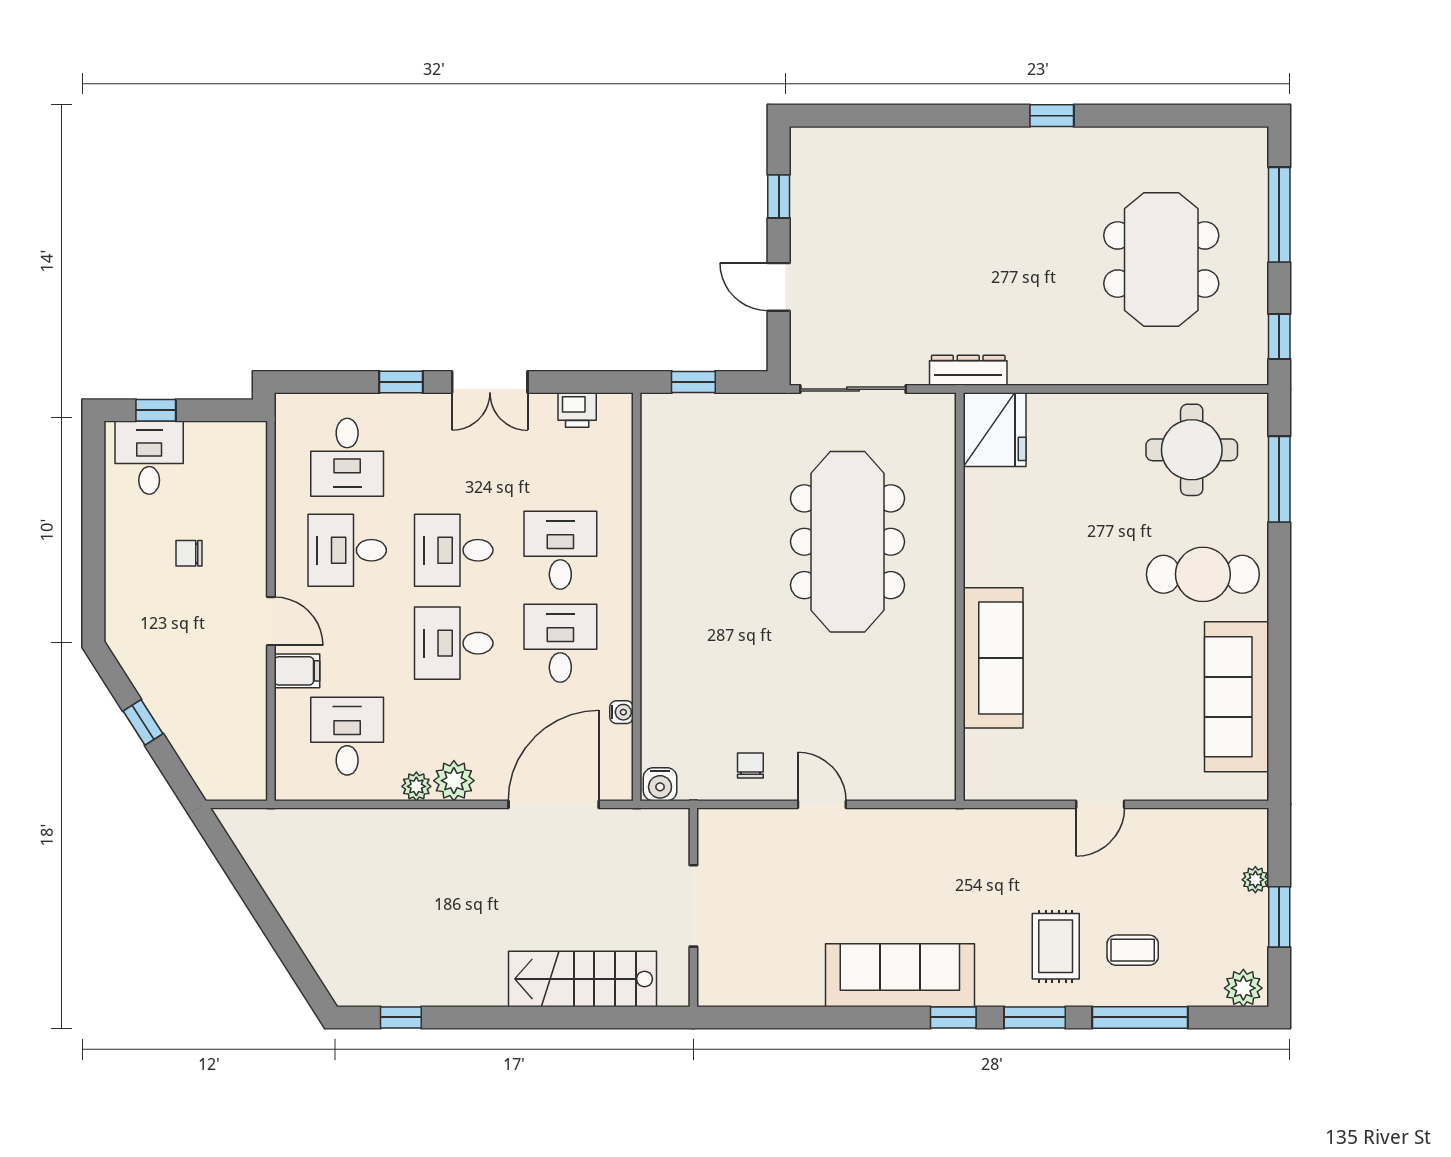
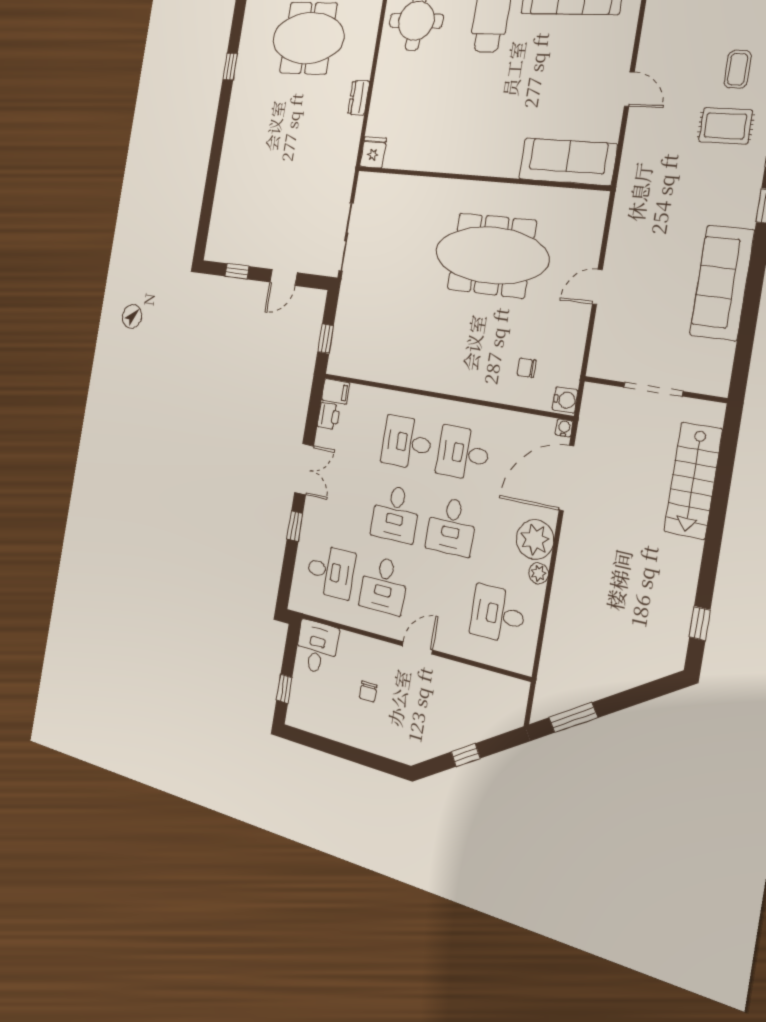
window: (1052, 116) -> (230, 66), moved
dresser: (968, 370) -> (359, 98), moved, width x0.70
fridge: (995, 430) -> (373, 152), width x0.53, depth x0.75
desk: (149, 458) -> (317, 647), moved, turned 90
meeting table: (848, 542) -> (492, 255), moved
sofa: (993, 658) -> (568, 162), moved
filing cabinet: (297, 671) -> (336, 391), moved, turned 90
water cooler: (621, 712) -> (564, 428), moved
chair: (750, 765) -> (527, 368), moved
plant: (454, 781) -> (535, 539), width x1.36, depth x1.36
door: (554, 804) -> (566, 478), hinge flipped
window: (236, 869) -> (573, 718), added
sofa: (900, 975) -> (722, 283), moved

